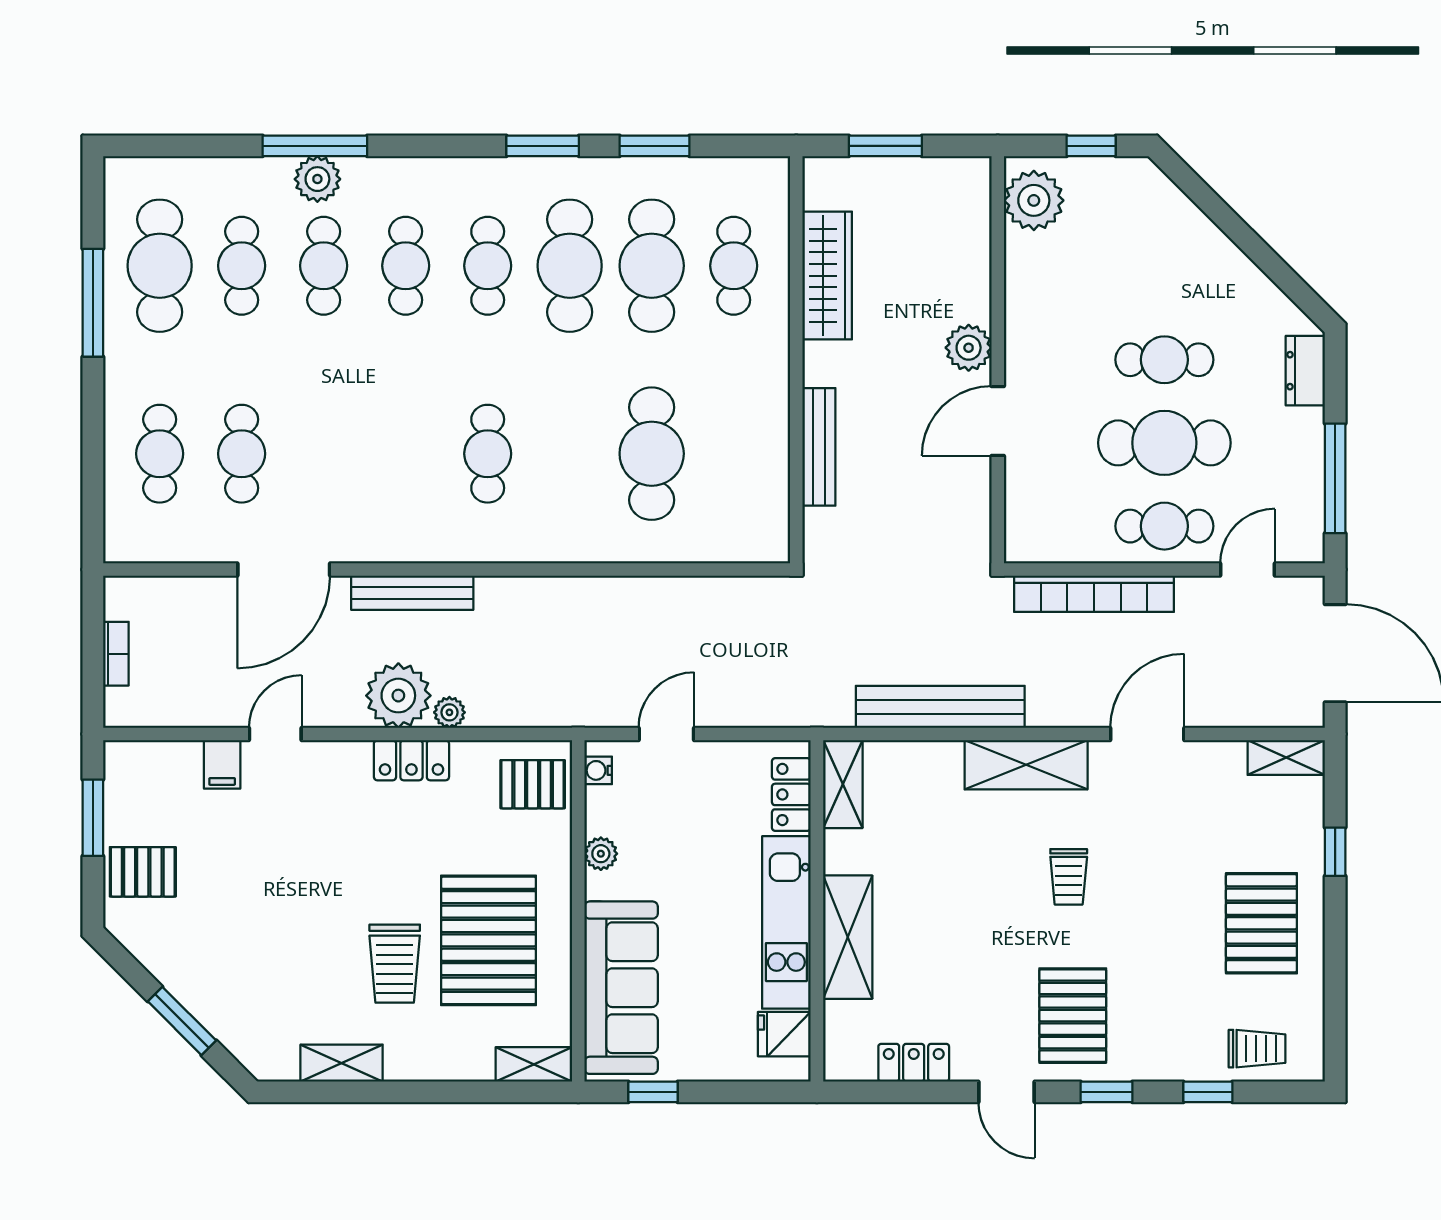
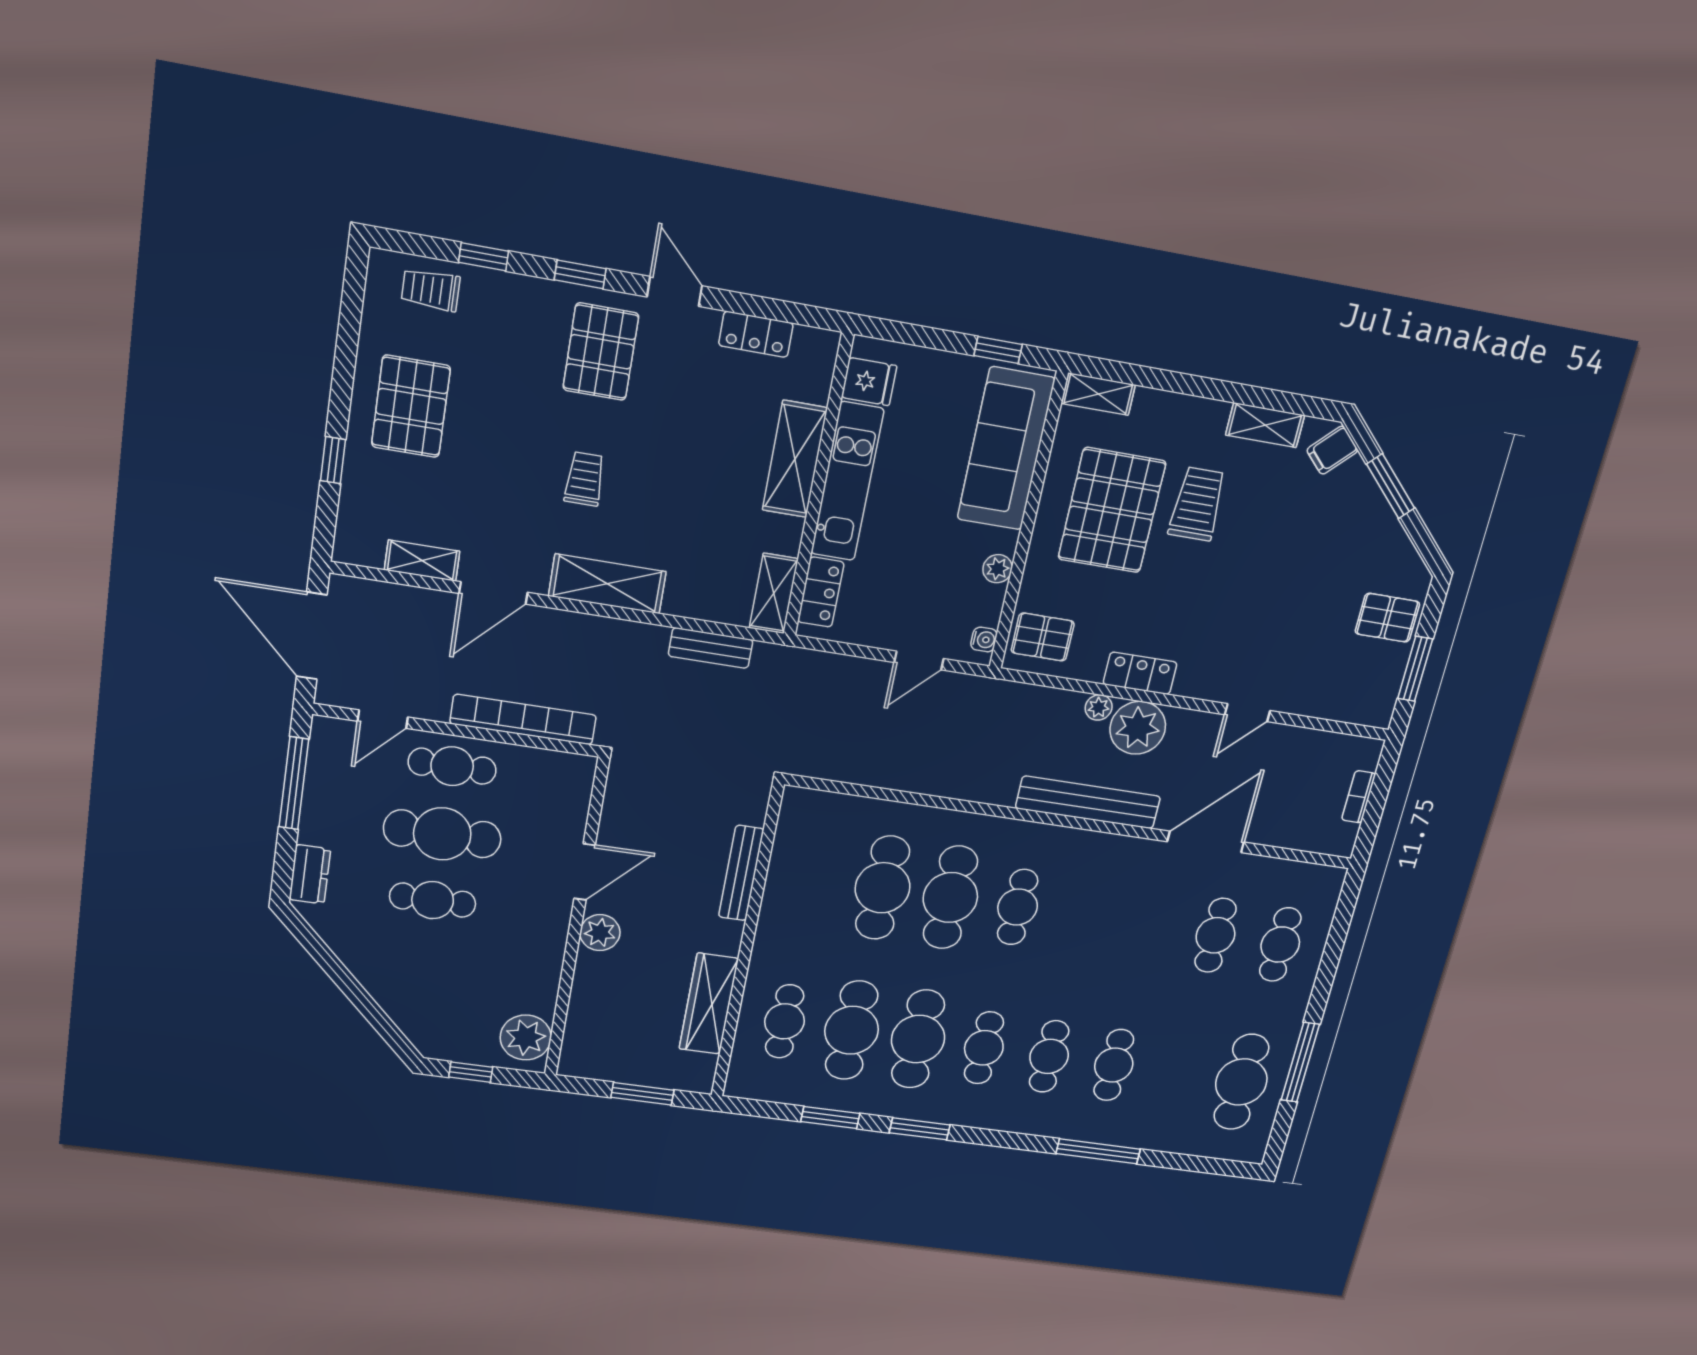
plant: (317, 179) -> (1102, 1128), removed
cafe table: (242, 266) -> (950, 897), moved, width x1.37, depth x1.35
bench: (412, 593) -> (1088, 802), width x1.37, depth x1.21
bench: (940, 707) -> (711, 648), width x0.54, depth x0.82
shelving: (1286, 758) -> (422, 561), moved
filing cabinet: (222, 764) -> (1332, 450), moved, turned -135

